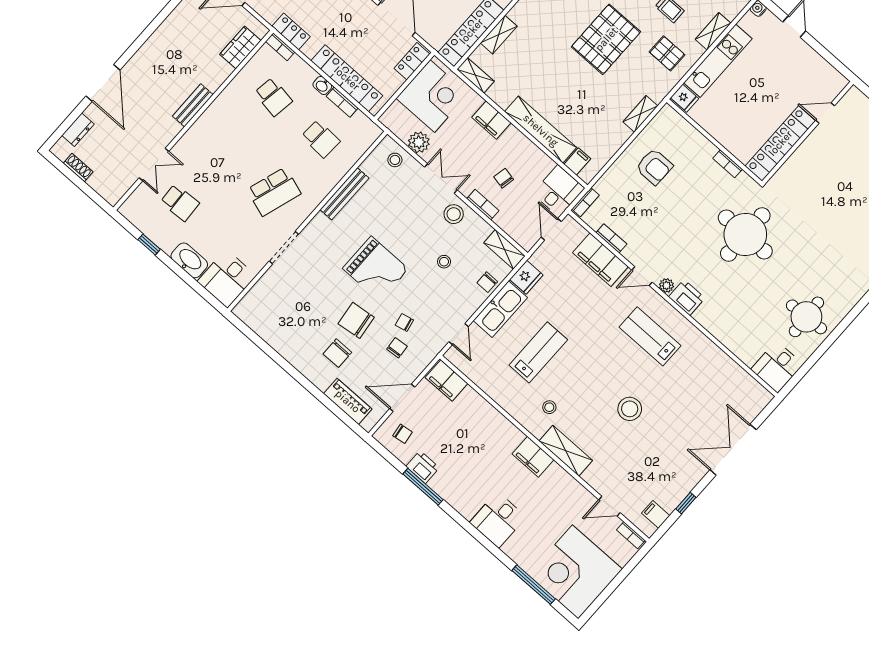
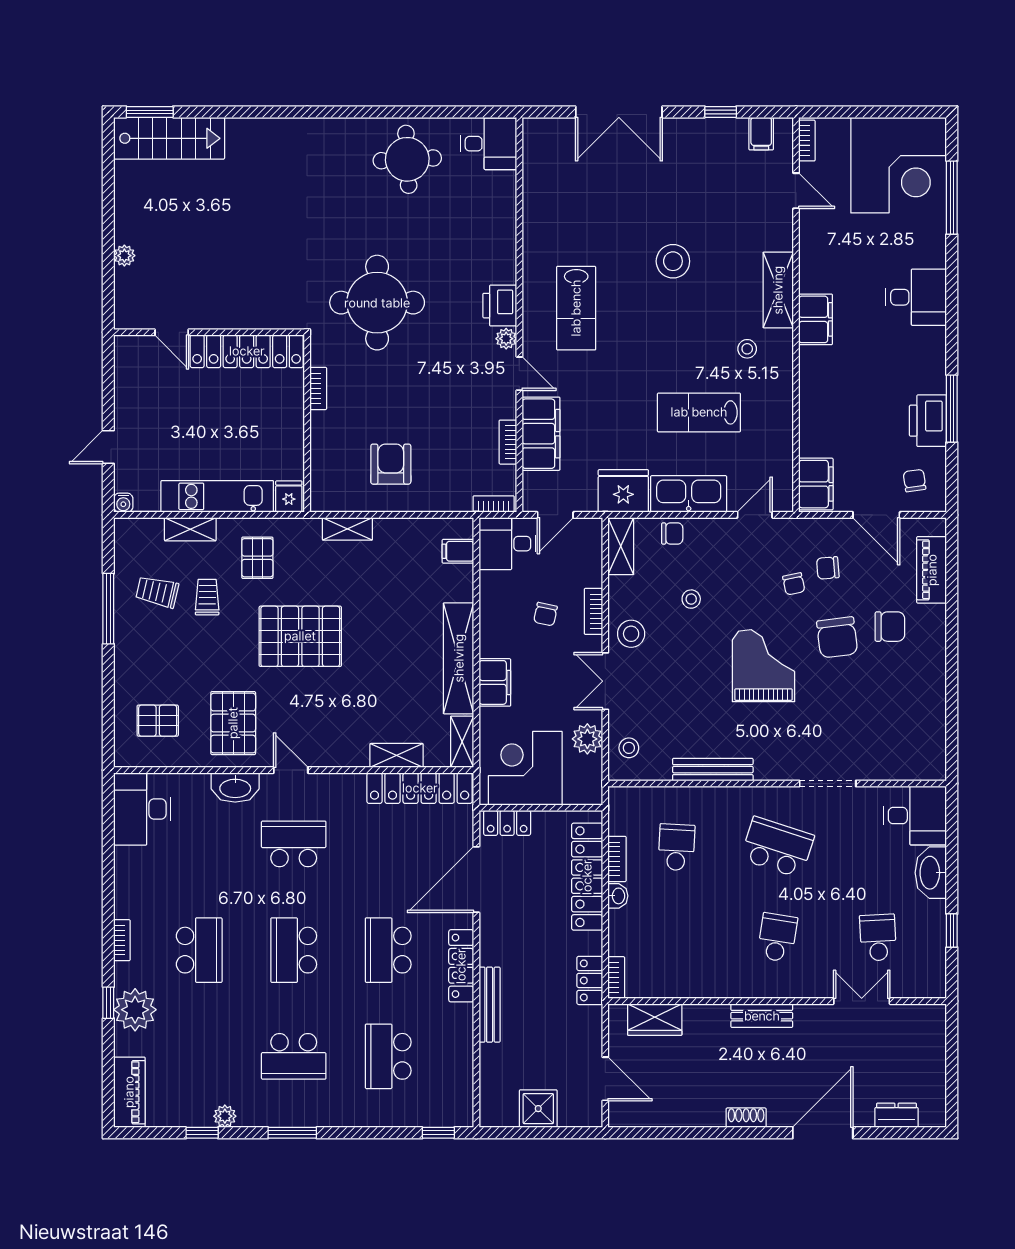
school desk: (273, 97) -> (777, 938), moved
shelving: (541, 130) -> (459, 658), moved
shoe rack: (78, 168) -> (746, 1118), moved, turned 90
fridge: (526, 277) -> (623, 491), width x1.36, depth x1.34
printer: (423, 467) -> (928, 421), width x1.37, depth x1.19

